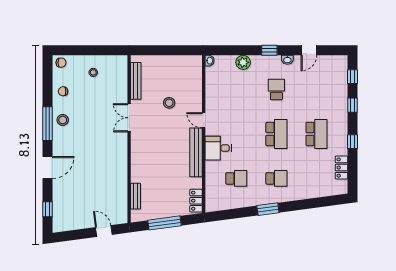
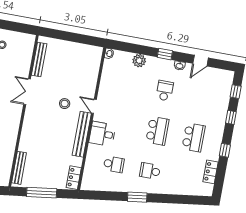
stool: (169, 103) -> (65, 104), moved
school desk: (276, 178) -> (150, 171), turned 180
bench: (136, 196) -> (19, 168), width x1.36

